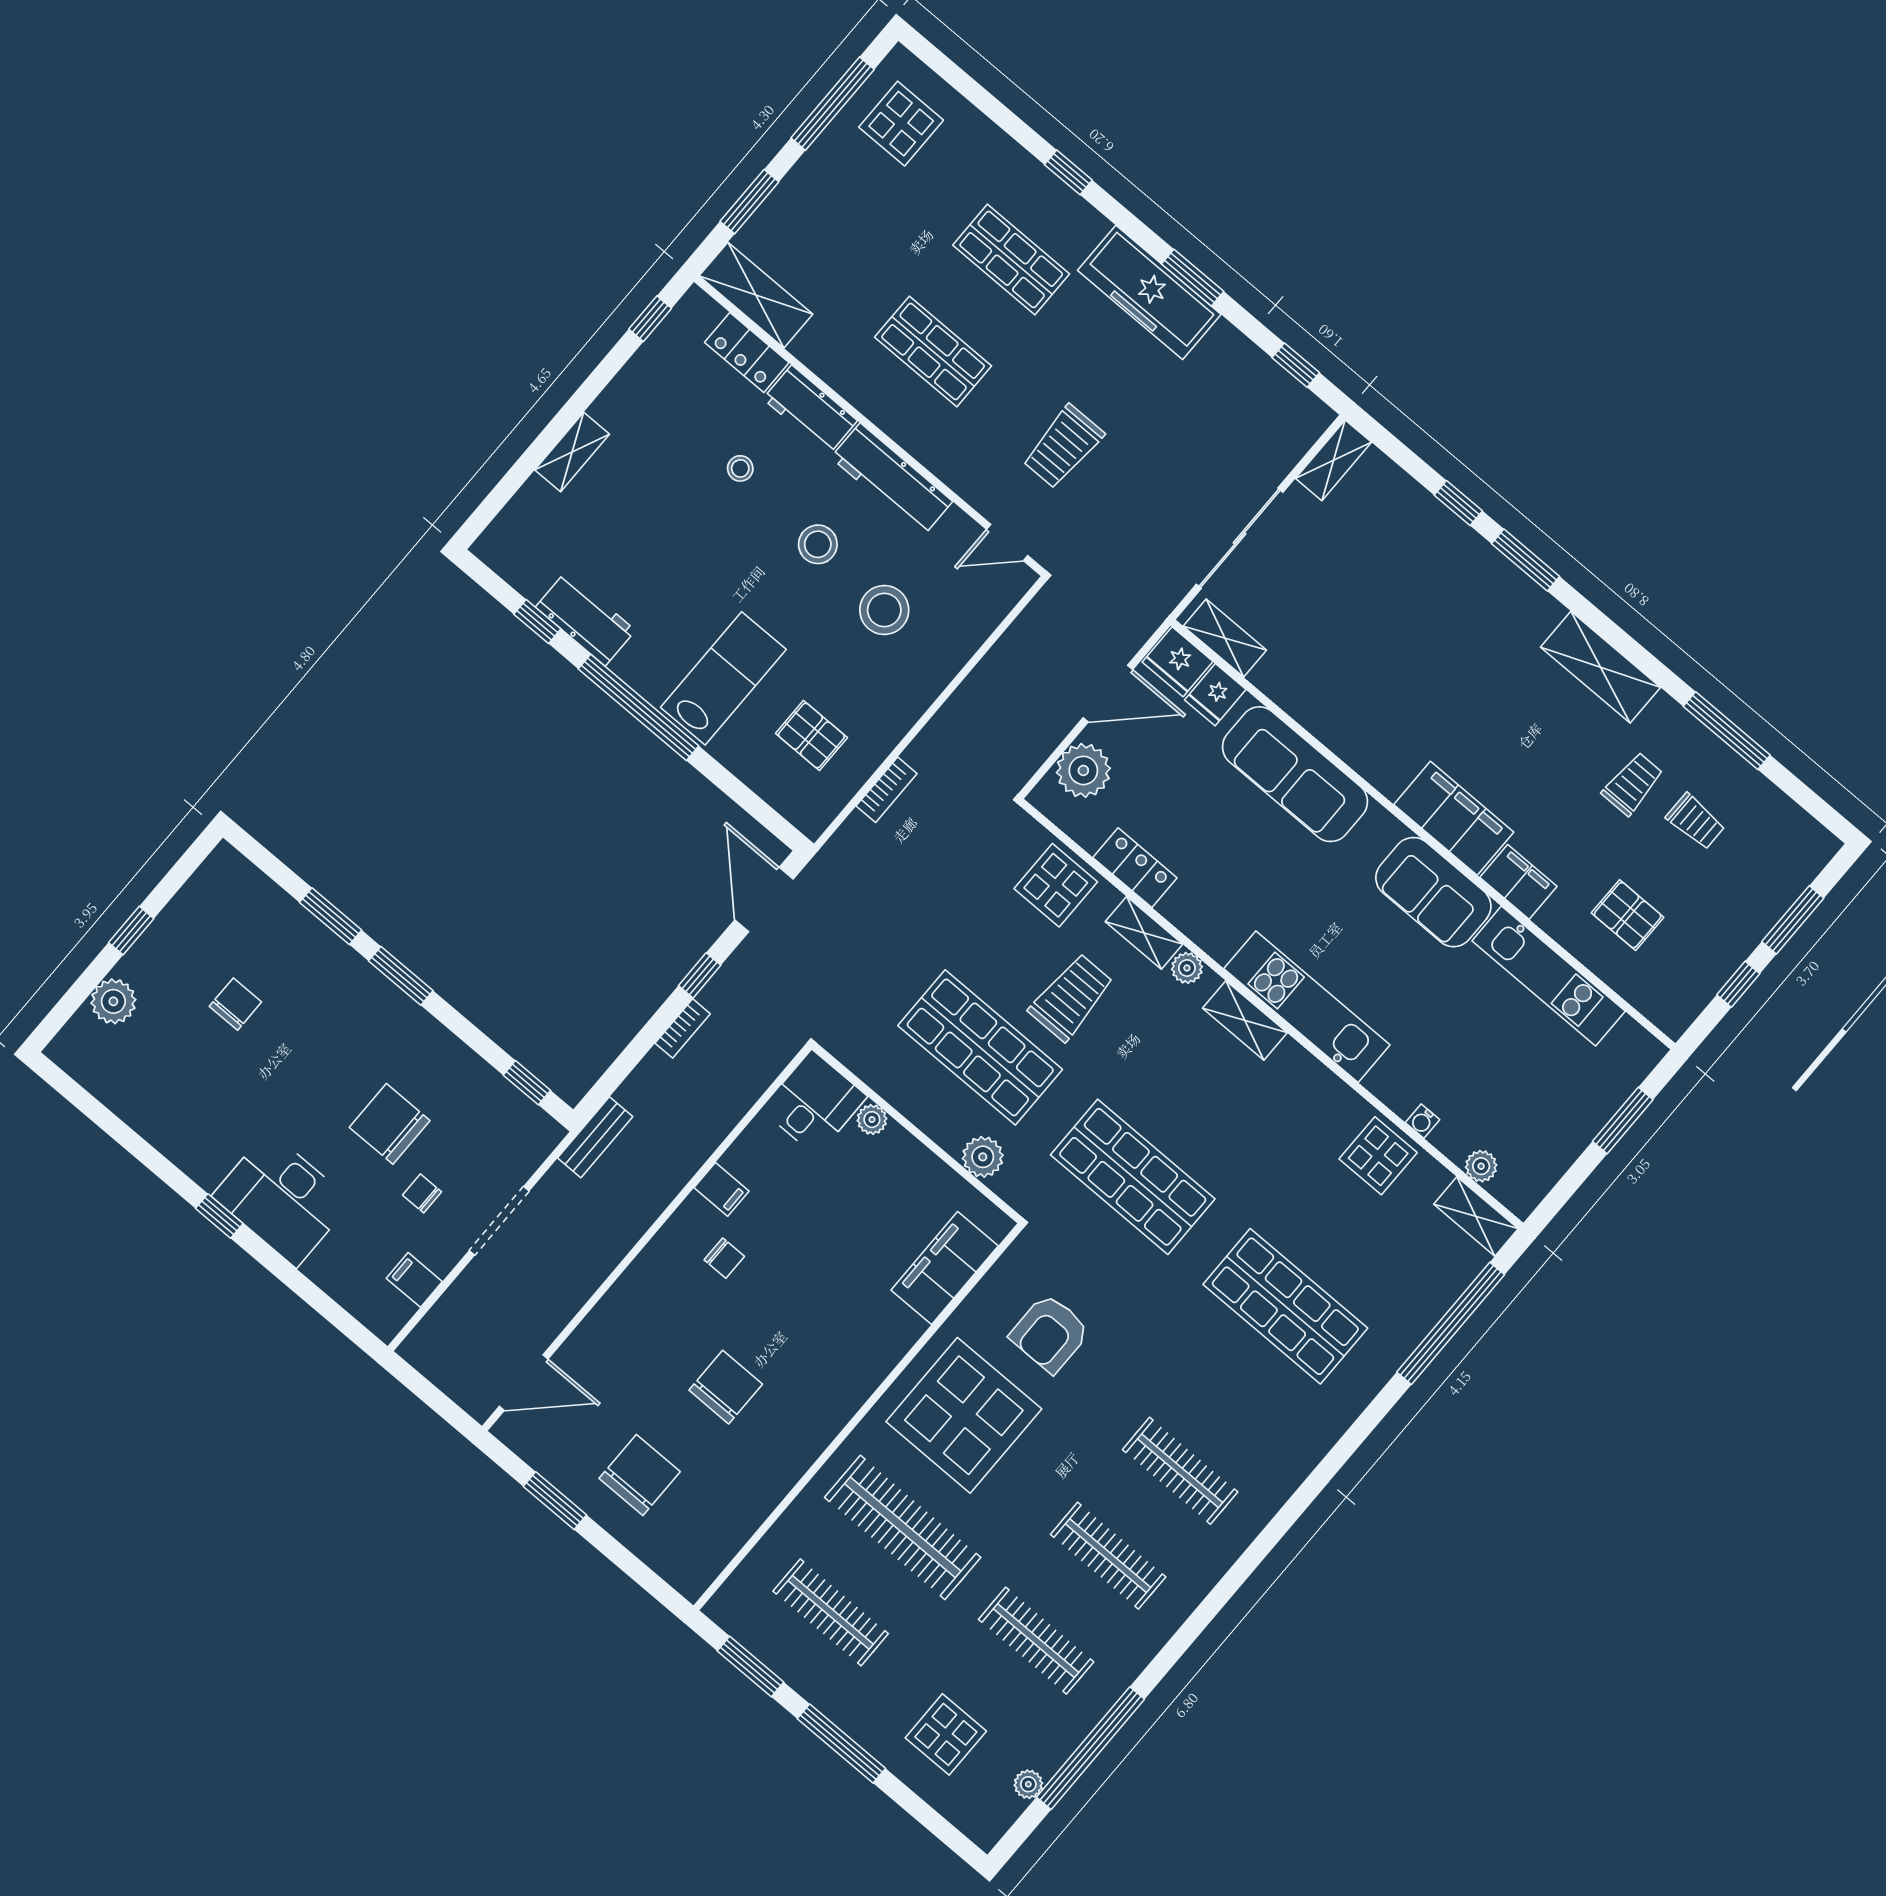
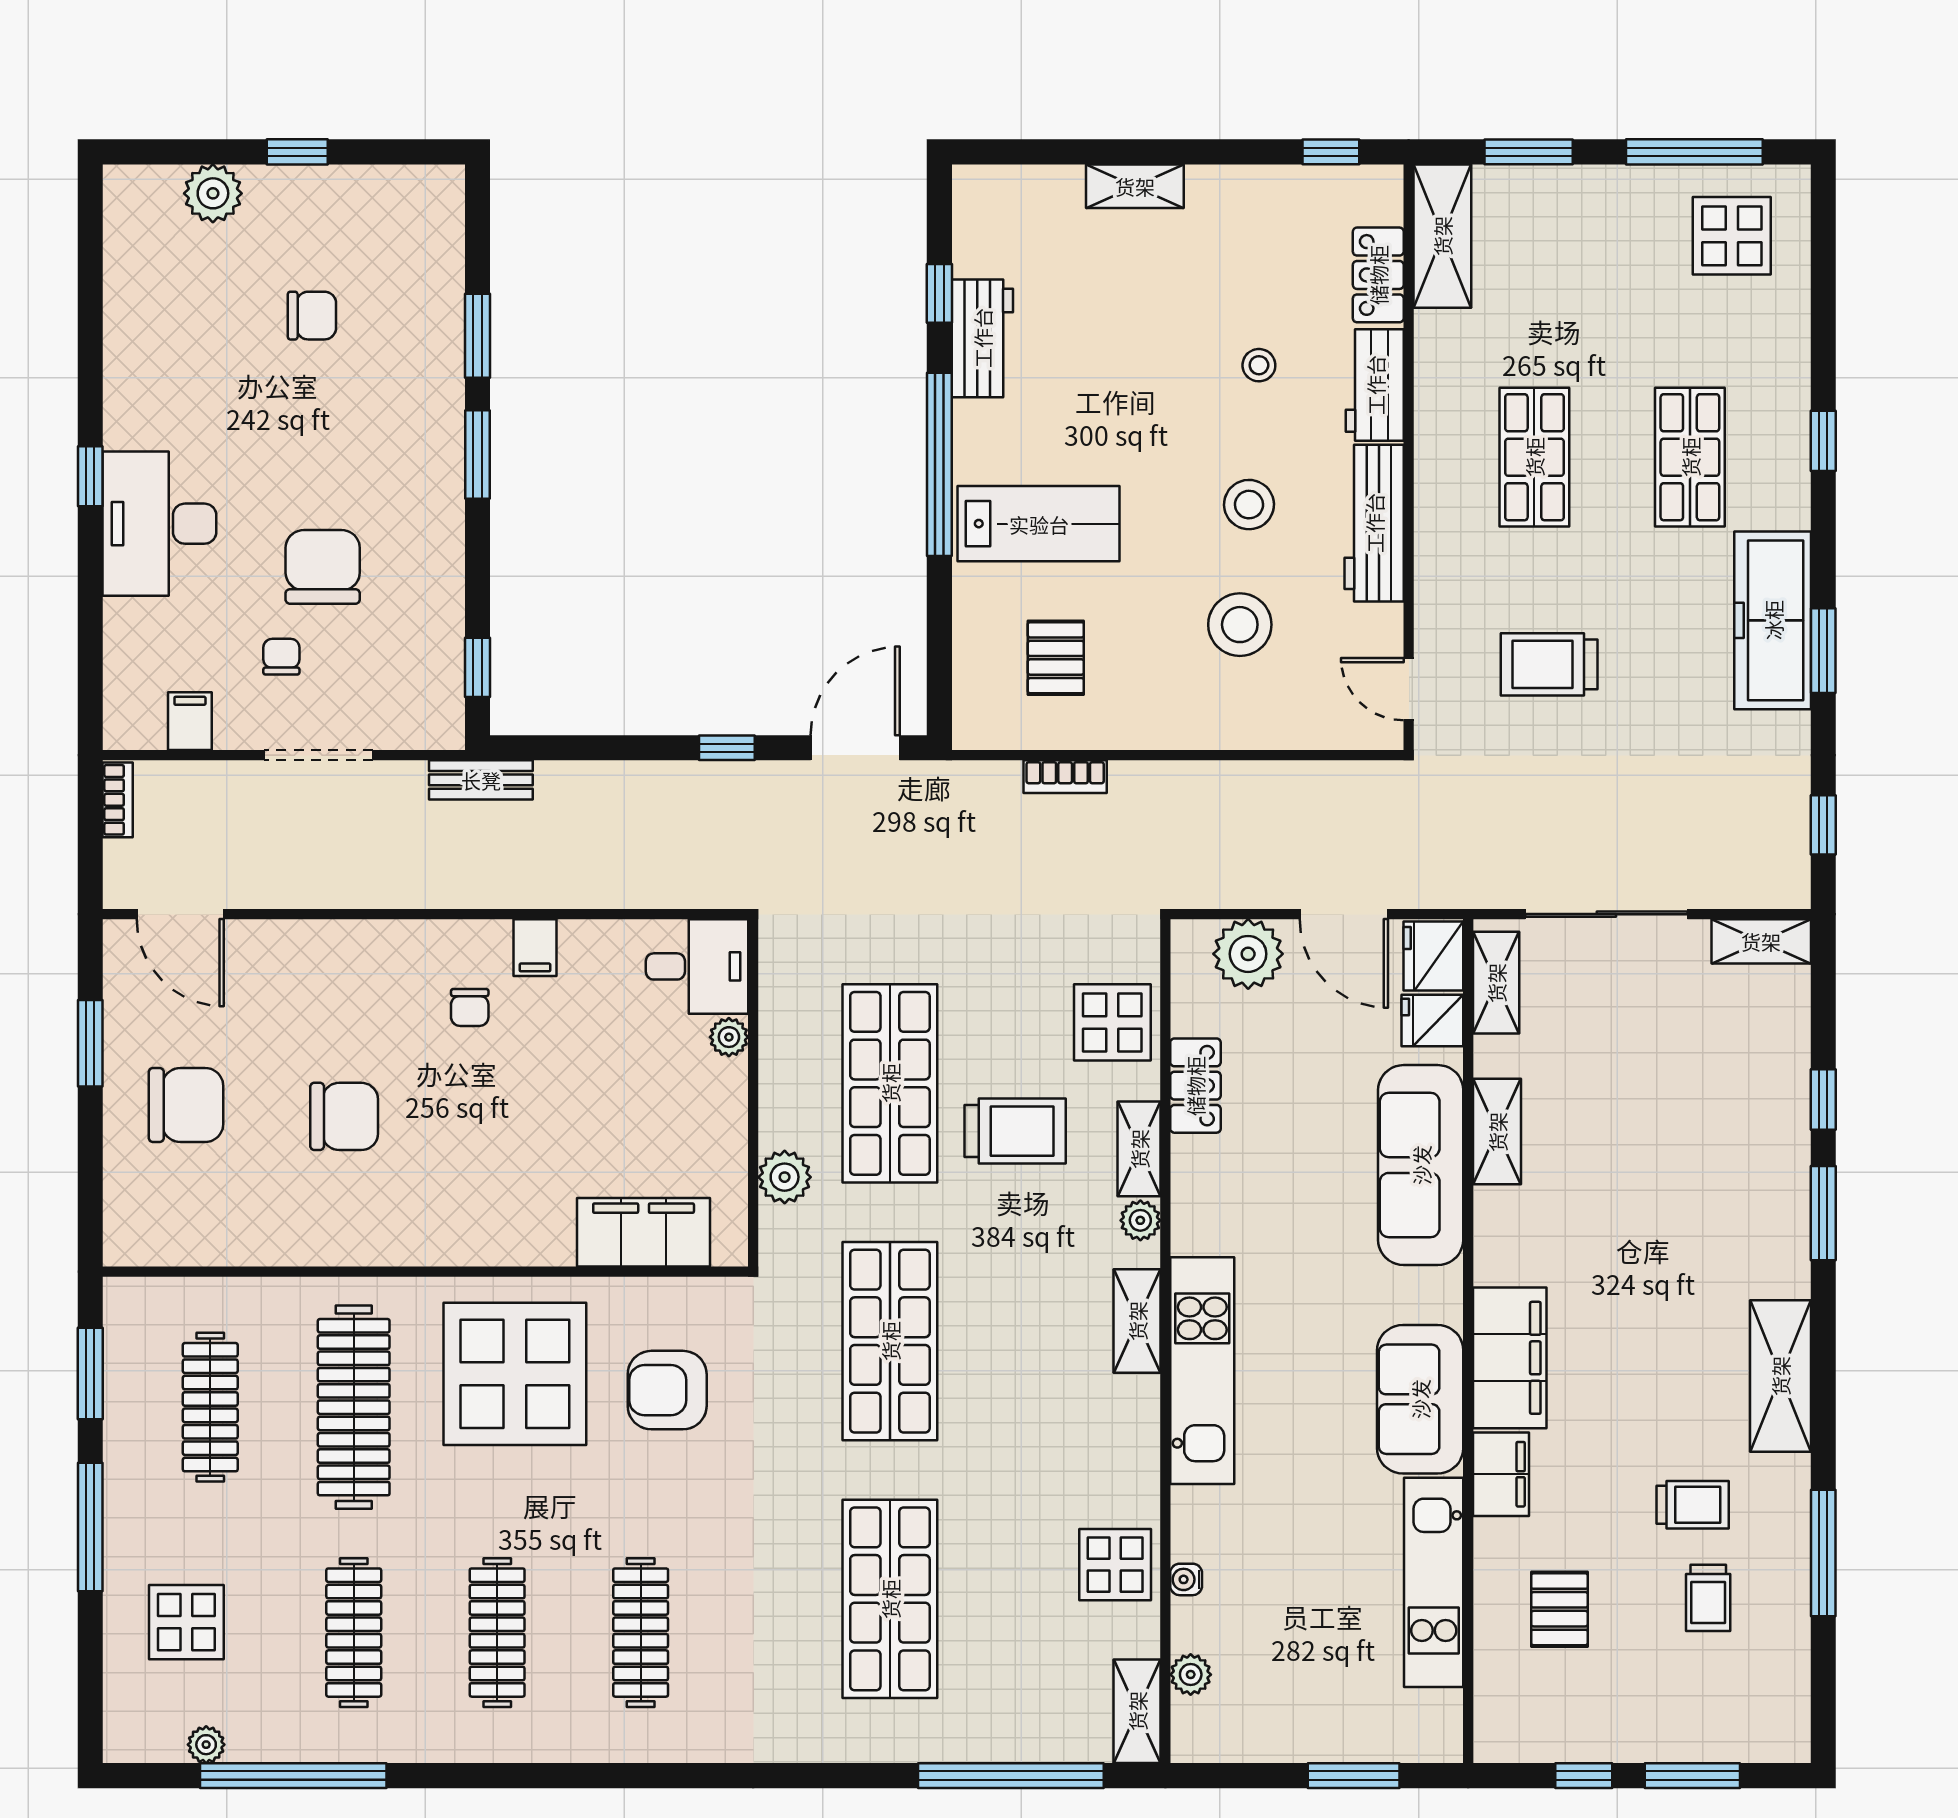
shelving: (1313, 712) -> (1497, 1132), added
bookcase: (683, 1028) -> (118, 800), moved, turned -90

